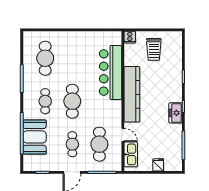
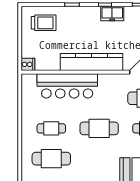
trolley: (154, 49) -> (44, 23), moved
cafe table: (45, 101) -> (51, 128), moved

